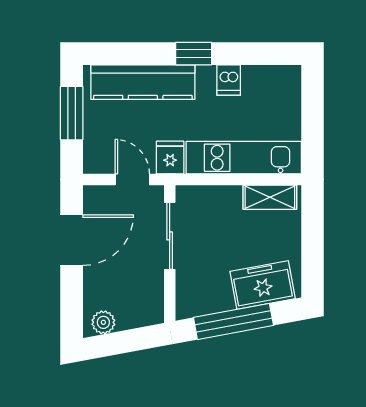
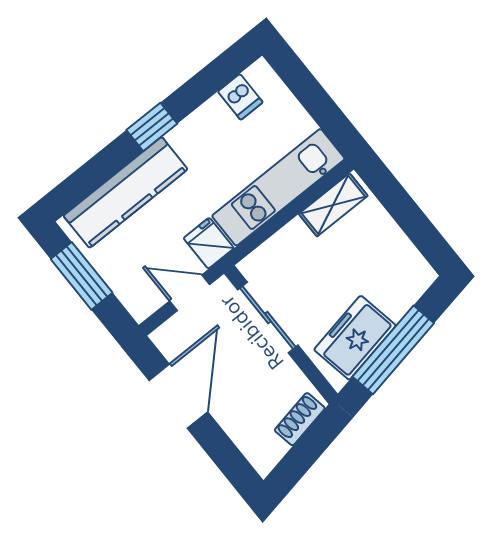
dishwasher: (229, 80) -> (240, 97), moved
freezer: (263, 285) -> (355, 338), moved
shoe rack: (138, 318) -> (300, 419), added
plant: (103, 322) -> (271, 450), removed

